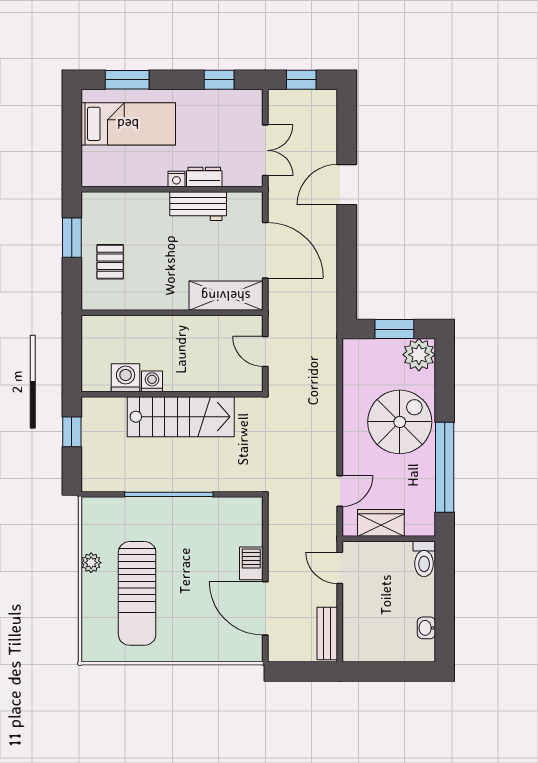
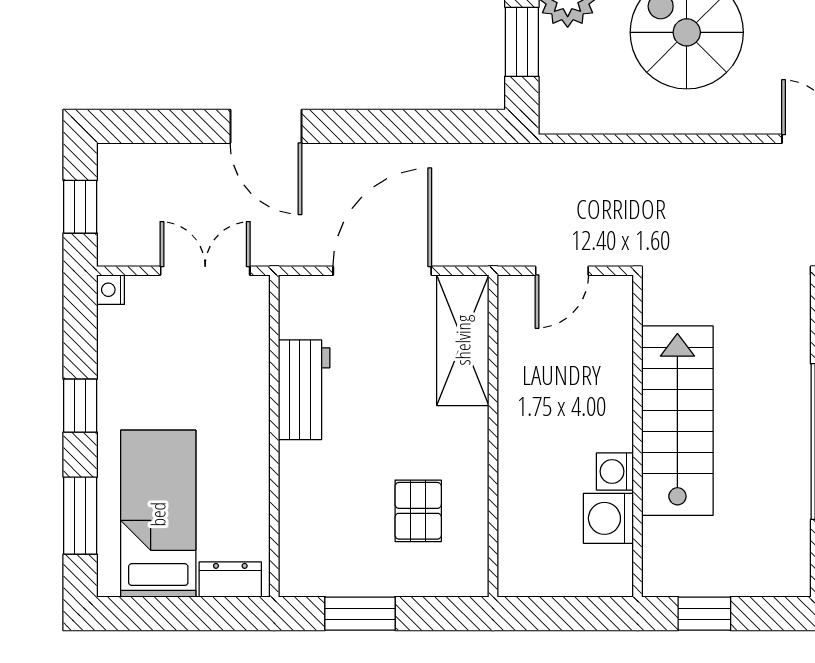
window: (219, 80) -> (80, 406), moved
dresser: (204, 177) -> (230, 580), moved, turned 90
nightstand: (176, 179) -> (111, 290), moved, turned 180
pallet: (110, 262) -> (418, 511), moved, turned 90

